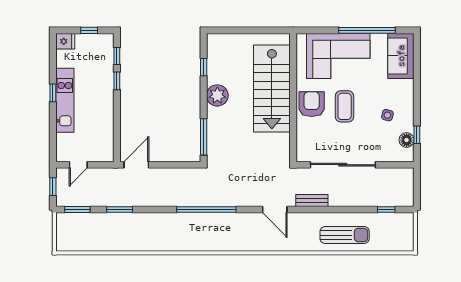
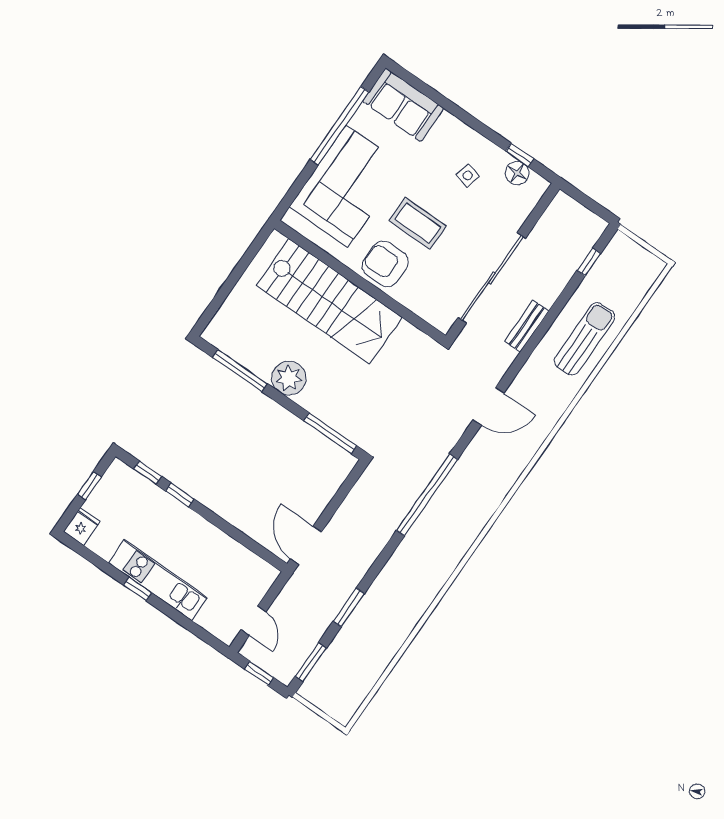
window: (204, 67) -> (240, 370), width x2.17
bench: (312, 200) -> (527, 326), moved

